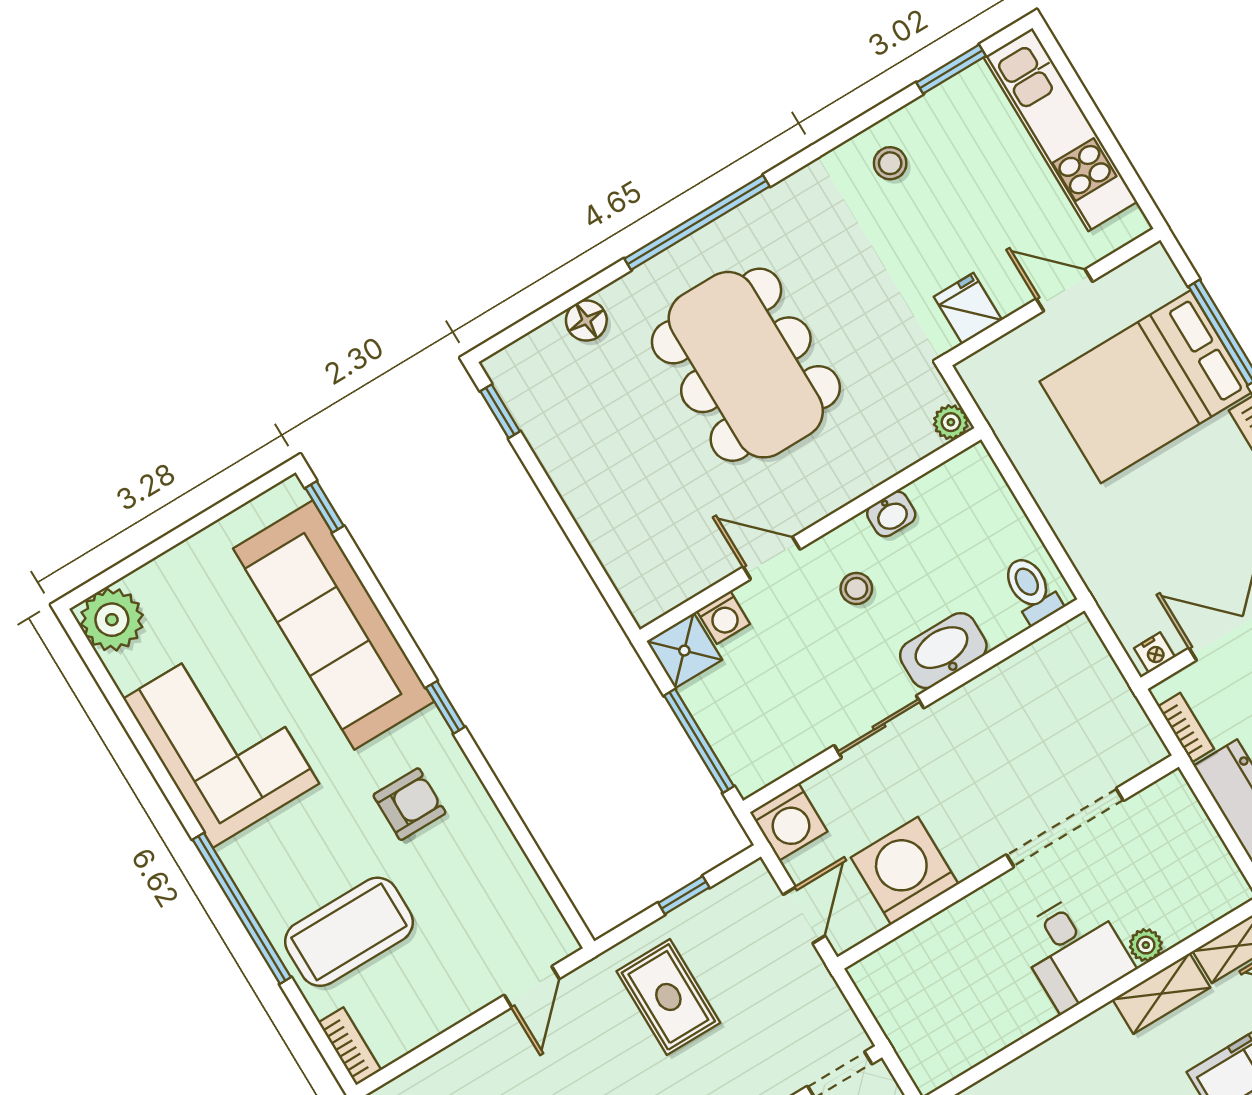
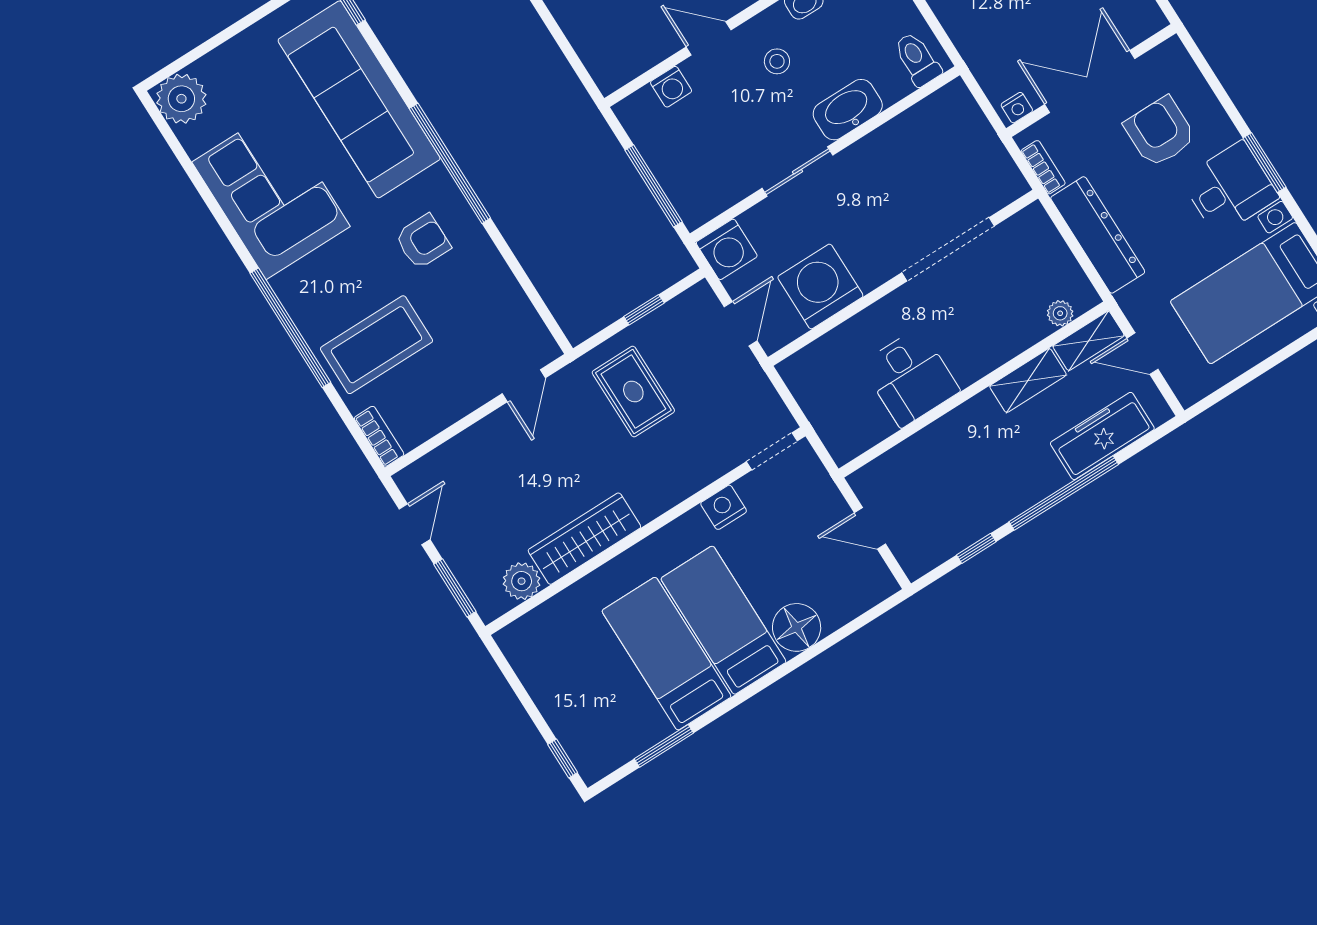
shower: (684, 651) -> (640, 114), removed
window: (445, 707) -> (450, 163), width x3.17
plant: (1146, 945) -> (1060, 313), moved
desk: (1074, 951) -> (910, 378), moved

